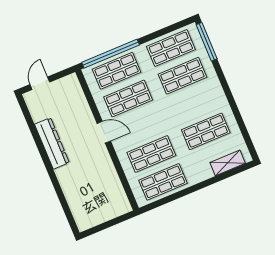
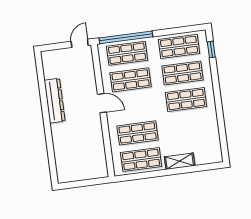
window: (207, 42) -> (211, 49), width x0.46
door: (40, 83) -> (80, 43), moved
shop shelf: (206, 131) -> (186, 100), moved
shelving: (228, 163) -> (180, 161), moved

